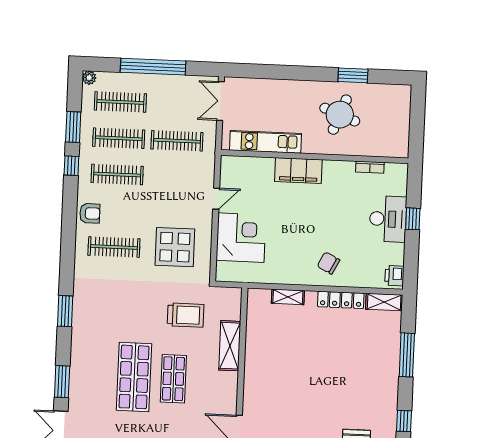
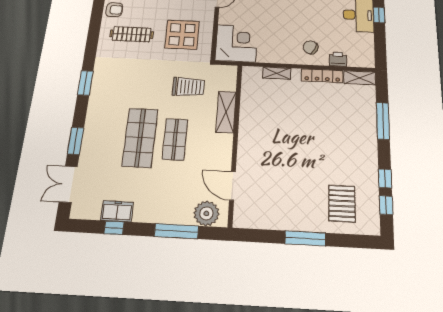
corner desk: (241, 238) -> (236, 43), moved
printer: (394, 276) -> (338, 59), moved, turned 90

